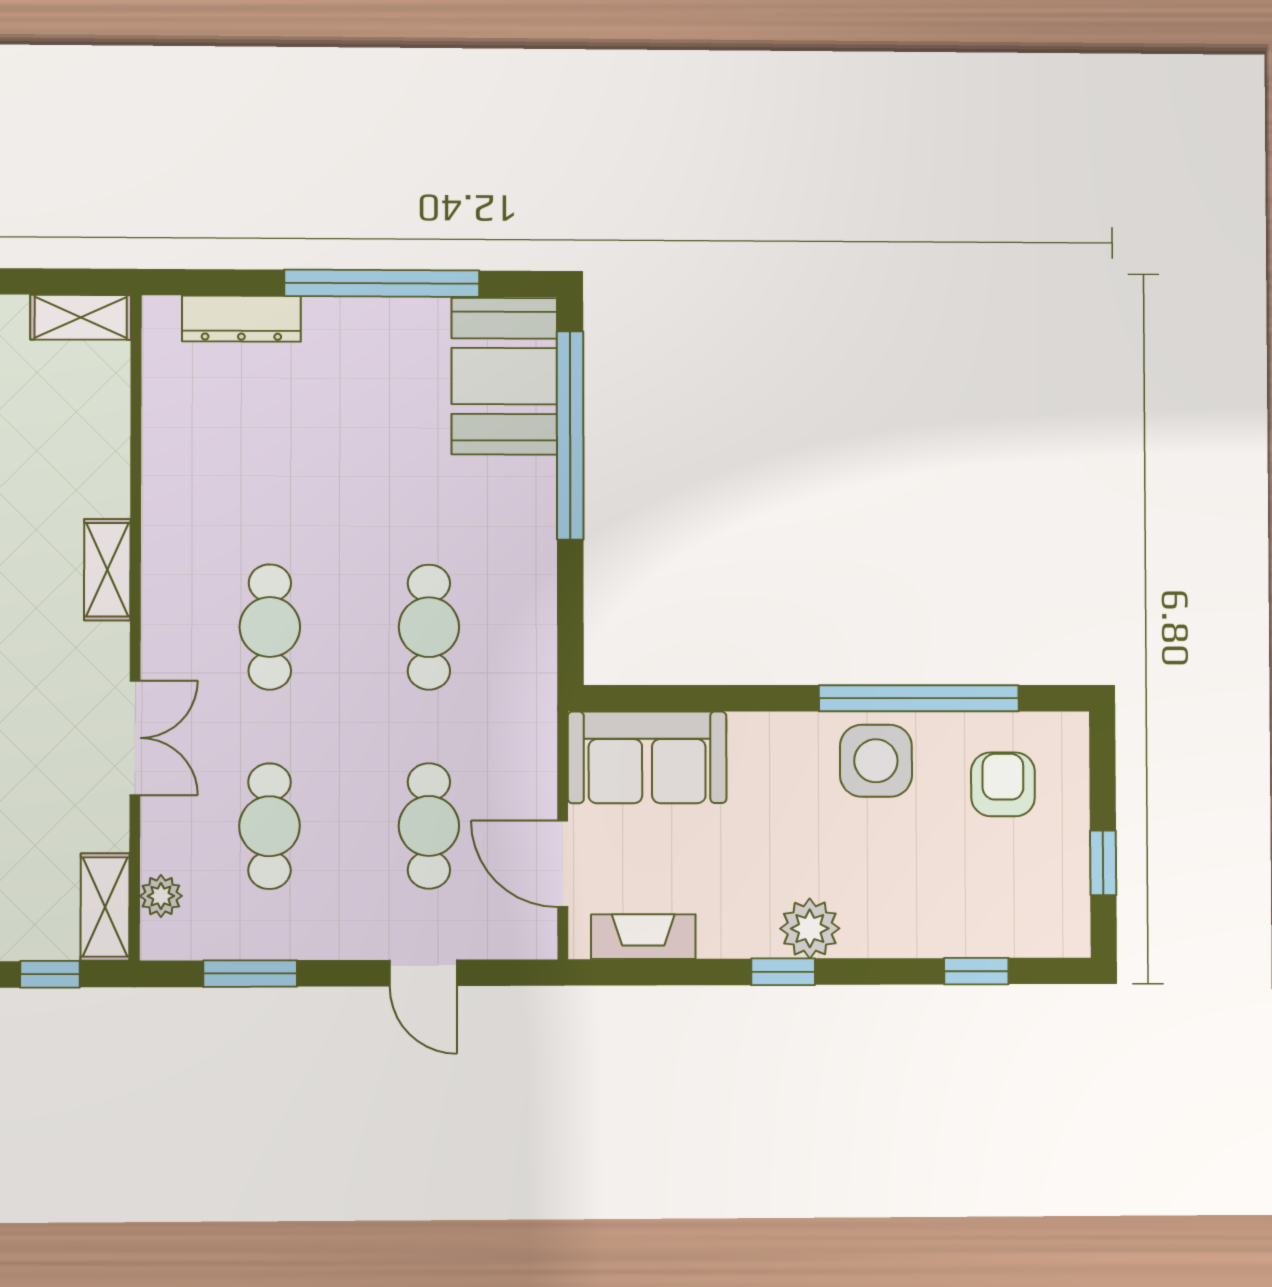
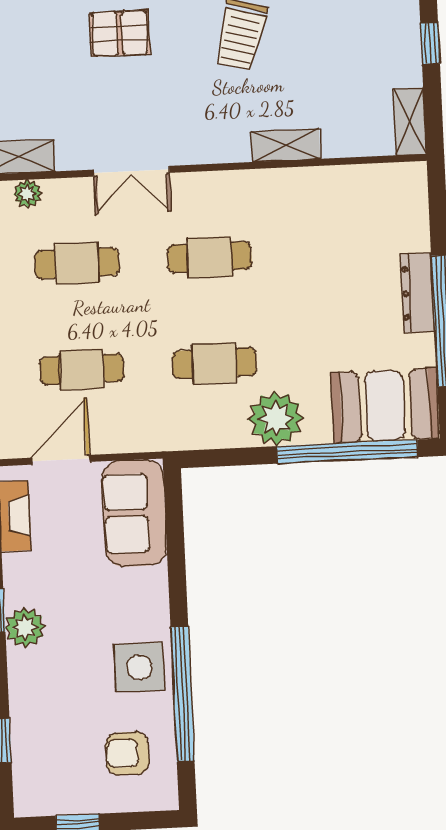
dresser: (241, 319) -> (418, 293), moved
plant: (516, 540) -> (276, 418), added
shelving: (107, 570) -> (286, 145), moved
armchair: (1003, 784) -> (127, 754), turned 180

